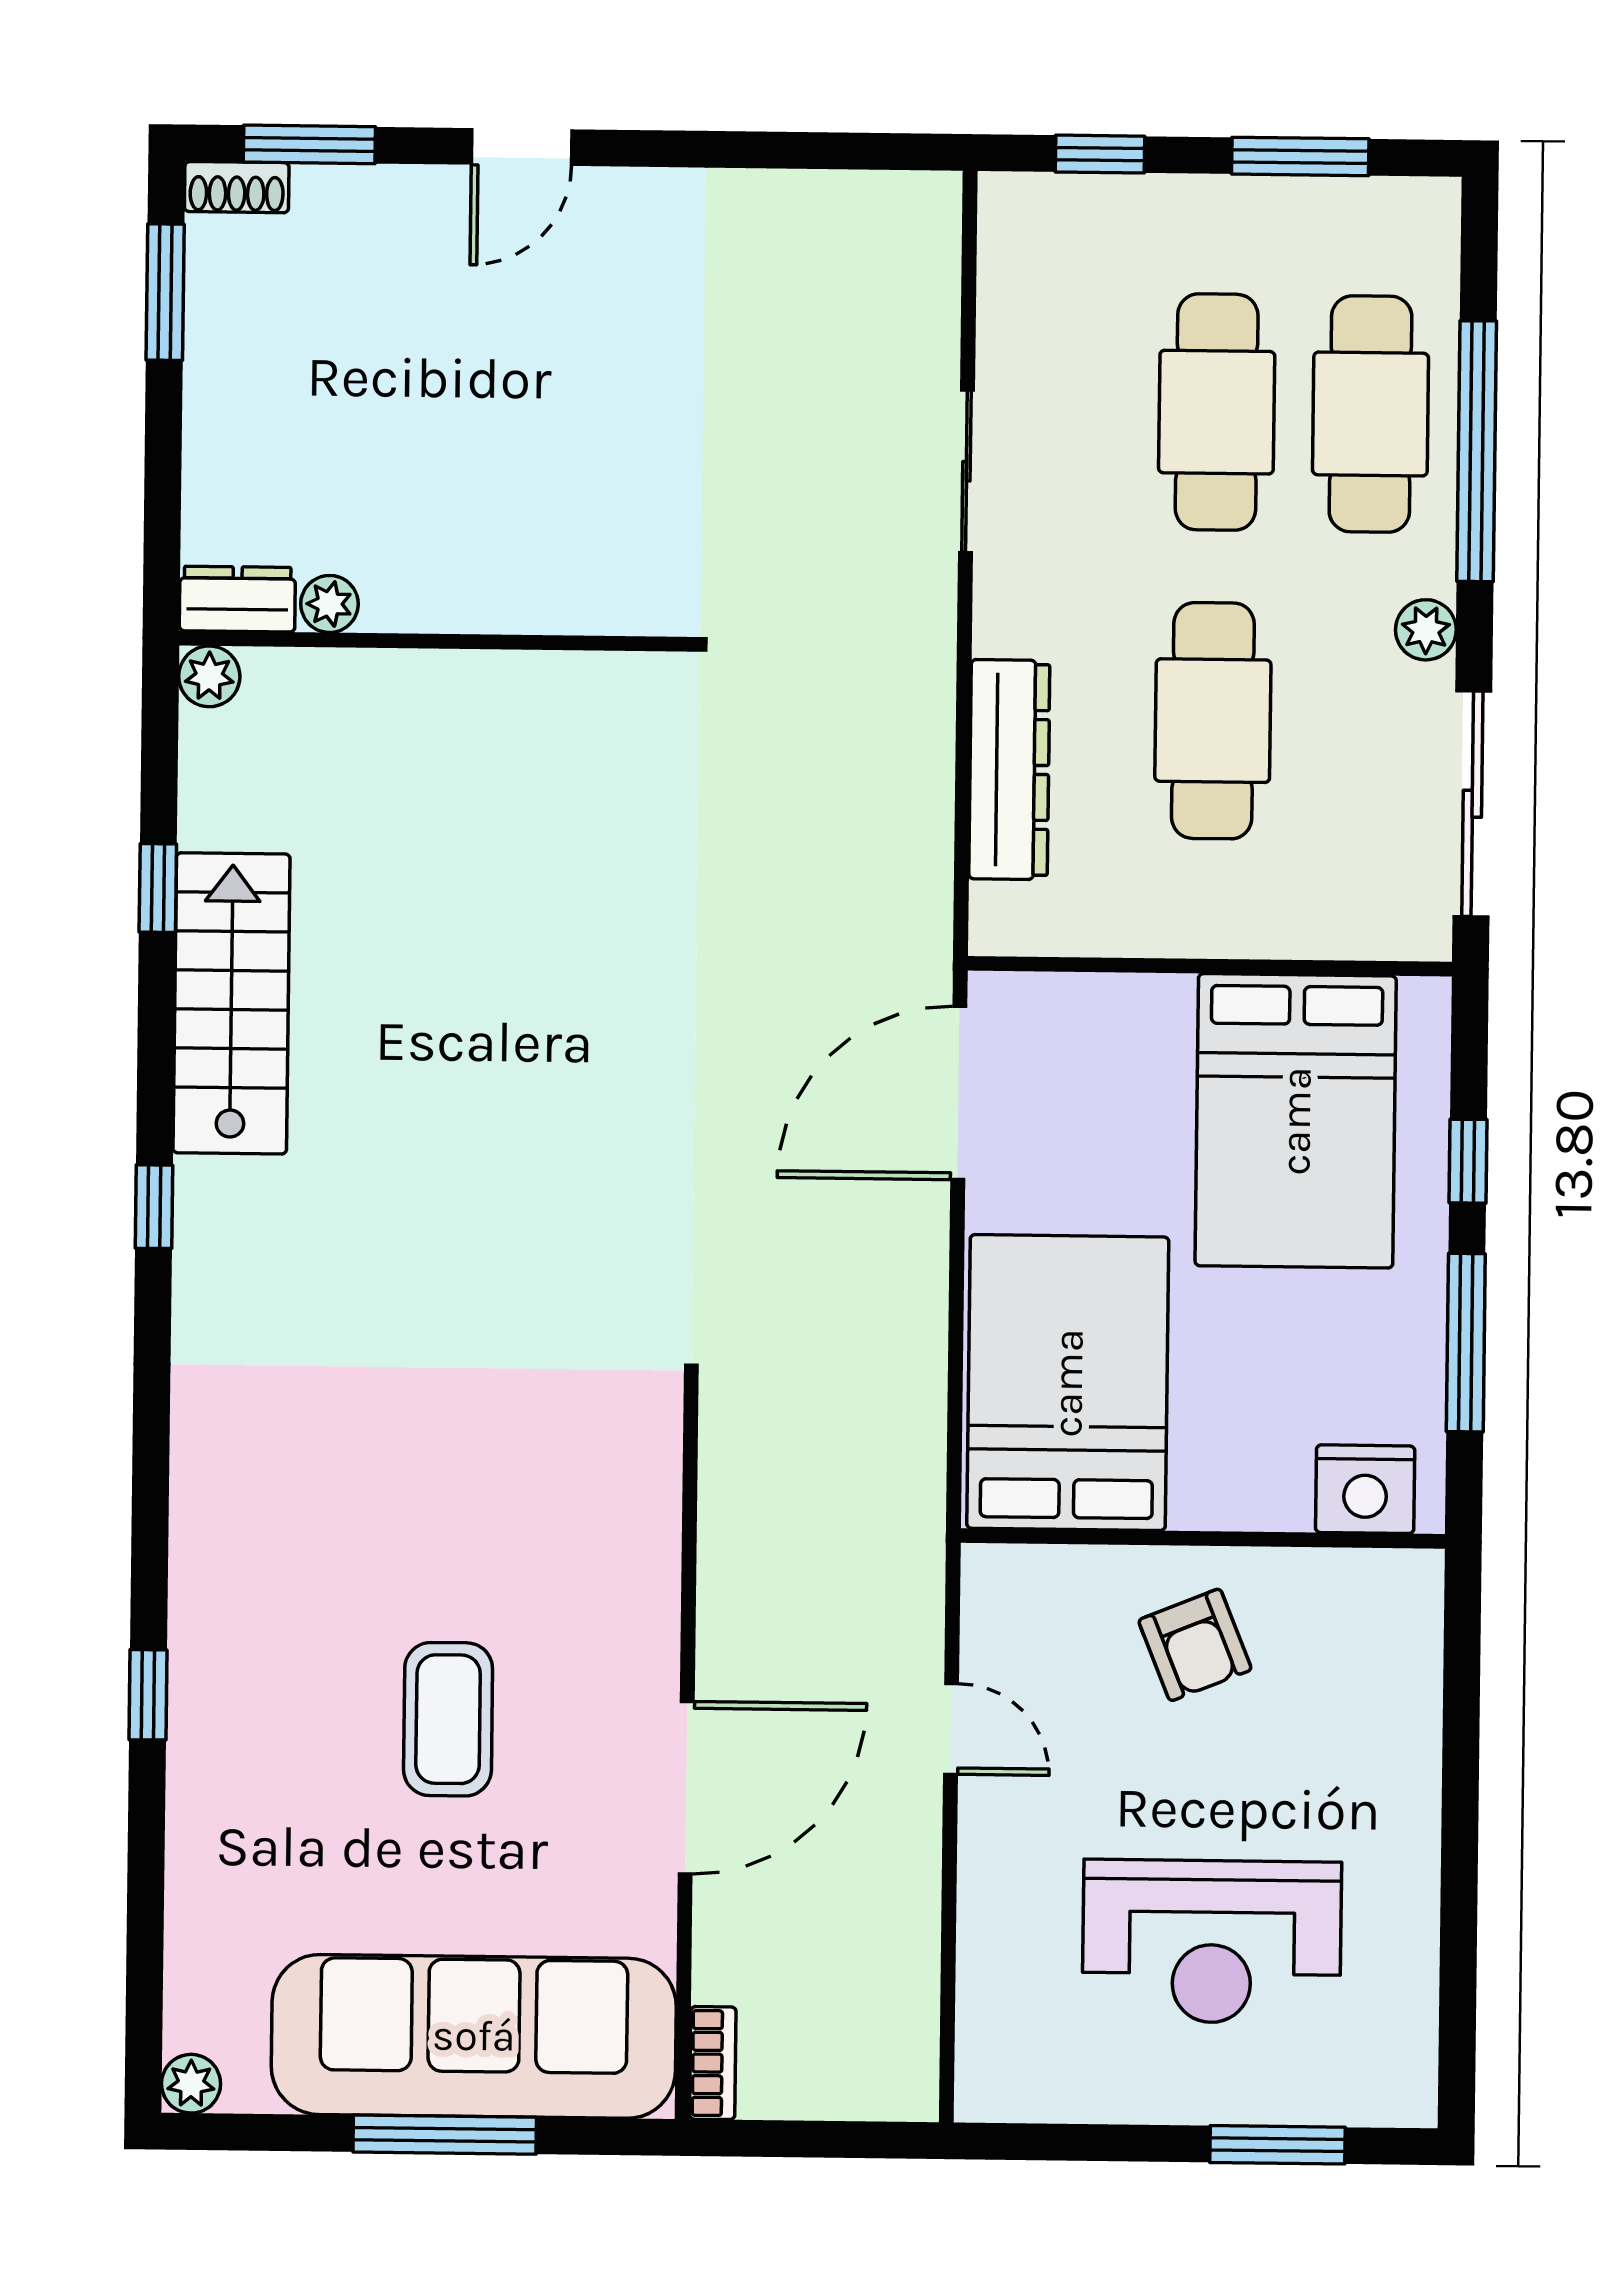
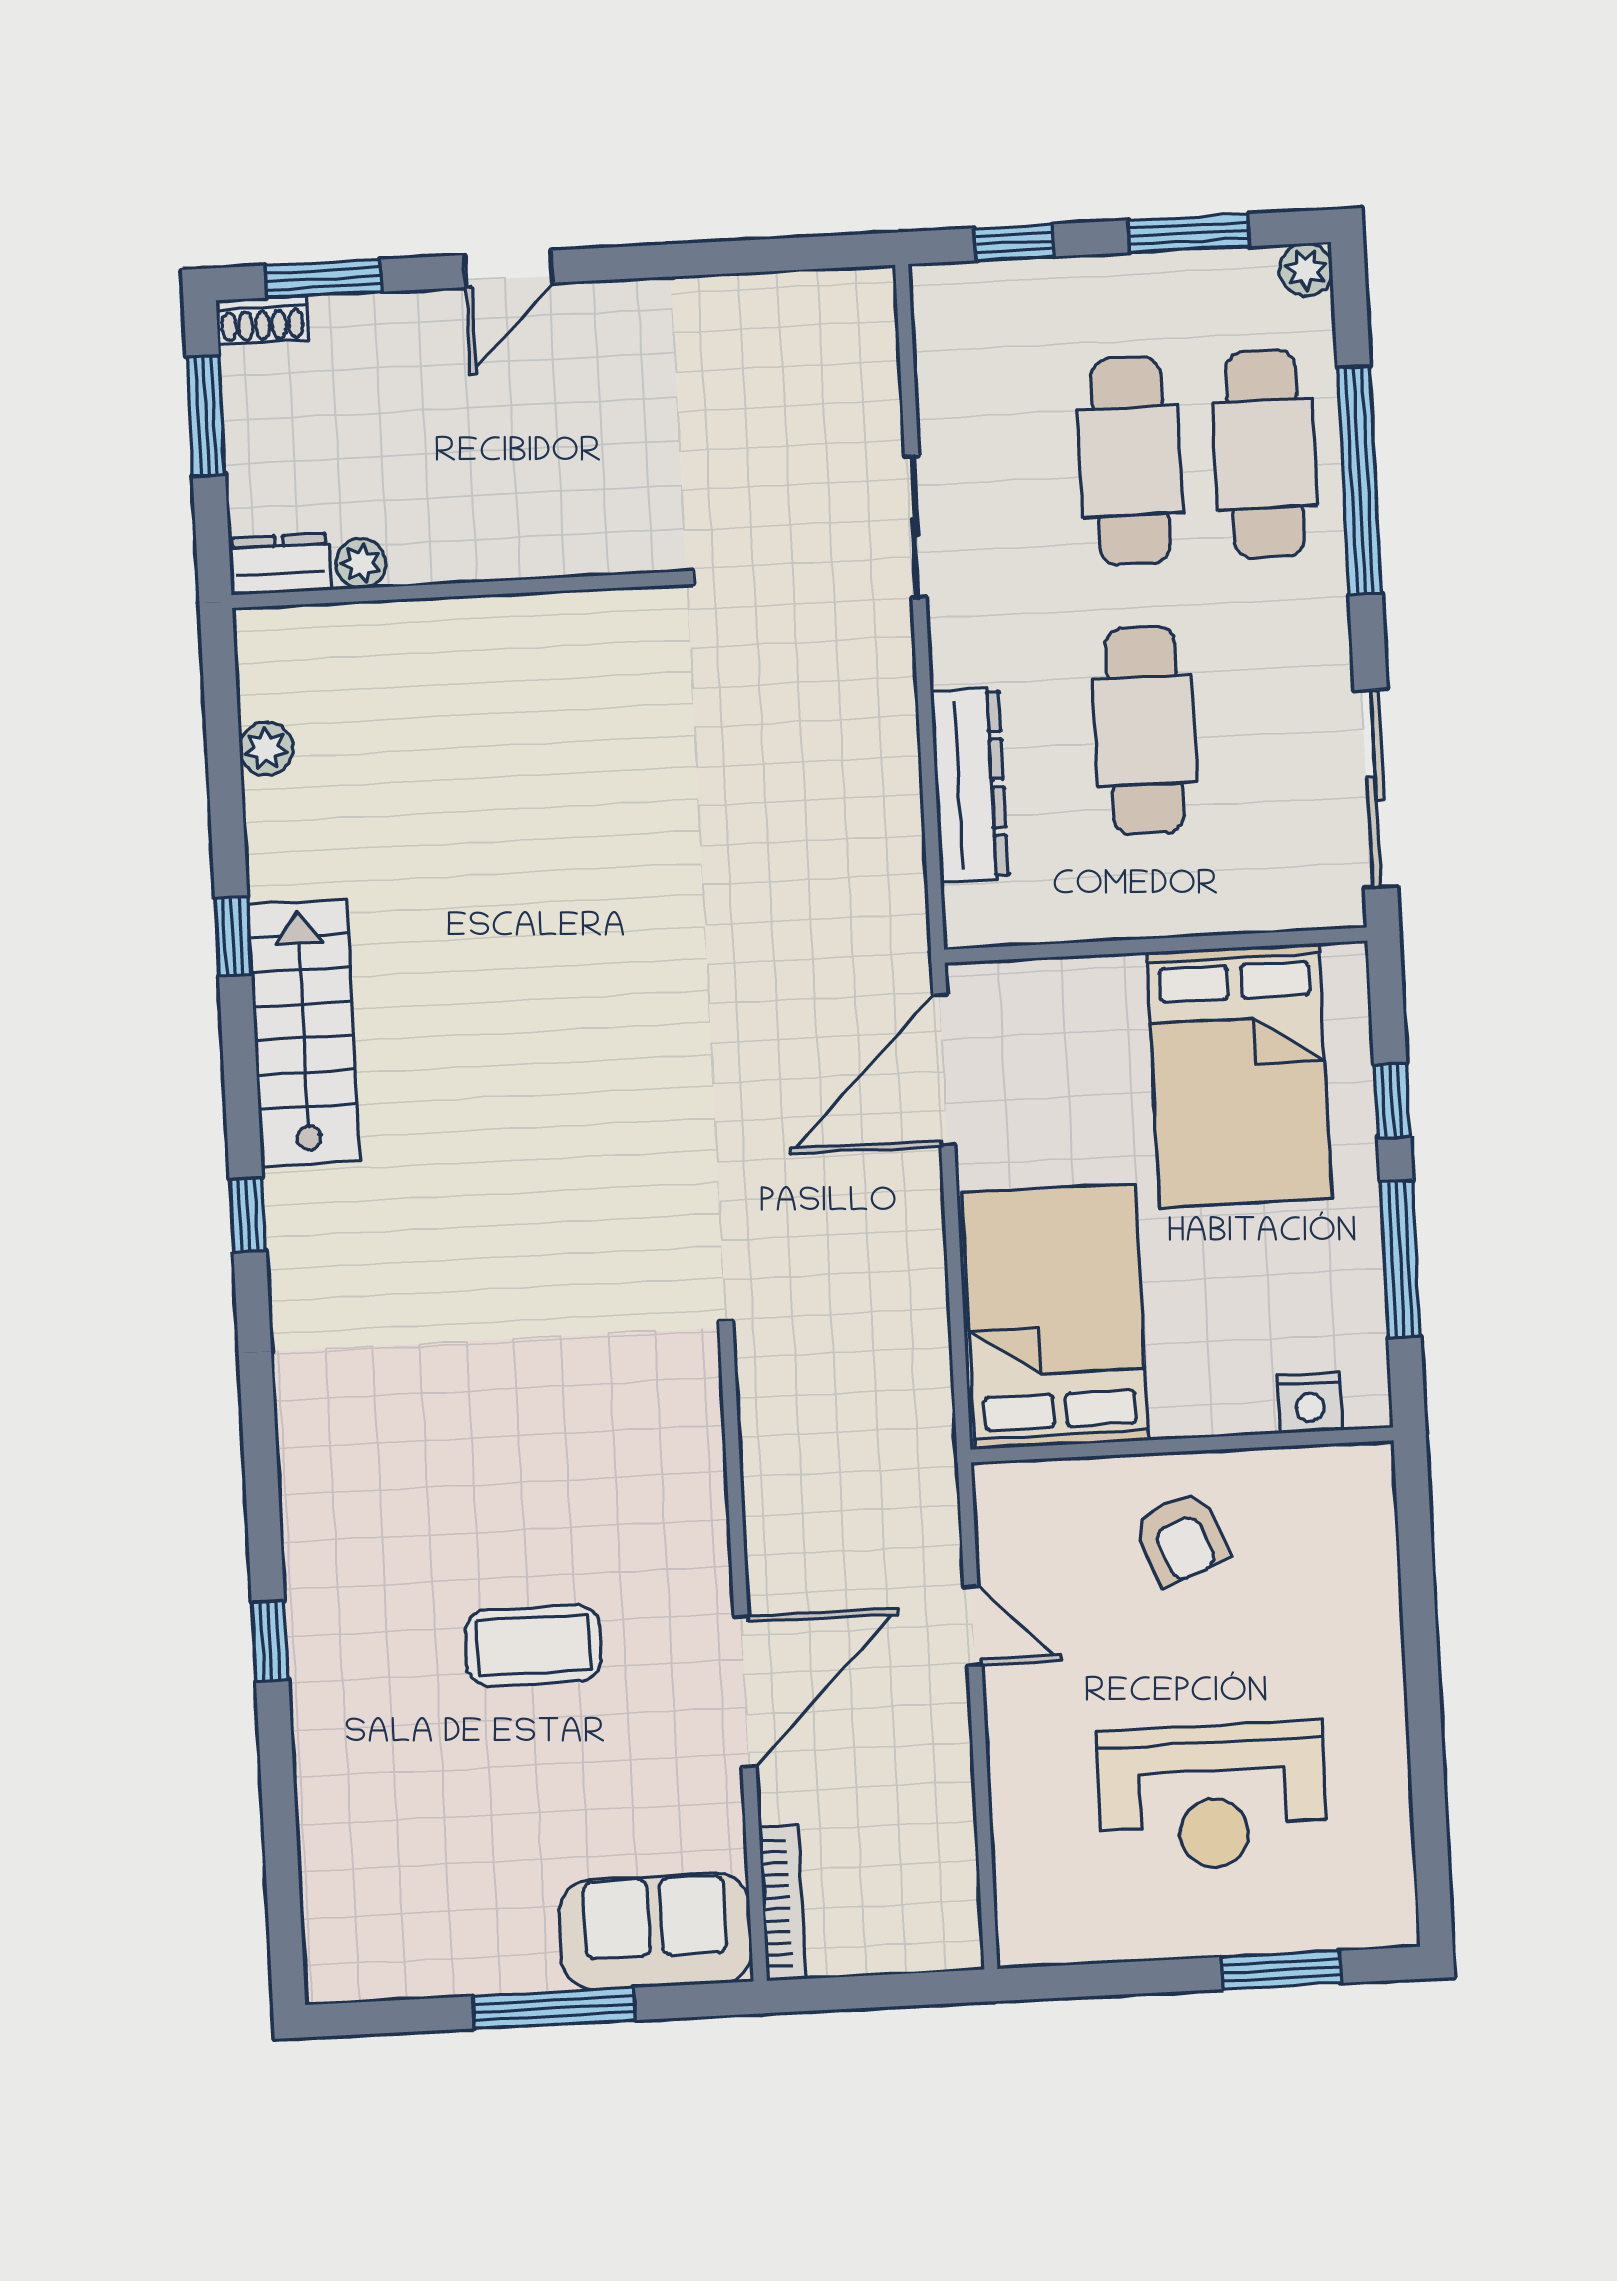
dresser: (237, 599) -> (280, 564), moved
plant: (329, 604) -> (361, 563), moved
plant: (1426, 630) -> (1306, 270), moved
wall: (436, 641) -> (456, 590), moved
nightstand: (1365, 1489) -> (1310, 1403), width x0.74, depth x0.75
coffee table: (448, 1719) -> (533, 1645), turned 90
sofa: (474, 2036) -> (656, 1931), width x0.54, depth x0.79
bookcase: (713, 2063) -> (782, 1903), width x1.56
plant: (191, 2084) -> (330, 1978), removed

